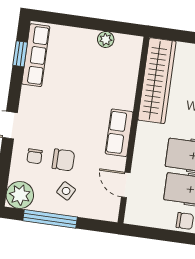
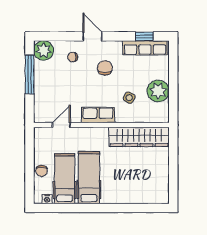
plant: (106, 39) -> (158, 91), width x1.87, depth x1.87
chair: (63, 160) -> (105, 68), moved, turned 180
side table: (66, 191) -> (129, 98), moved

